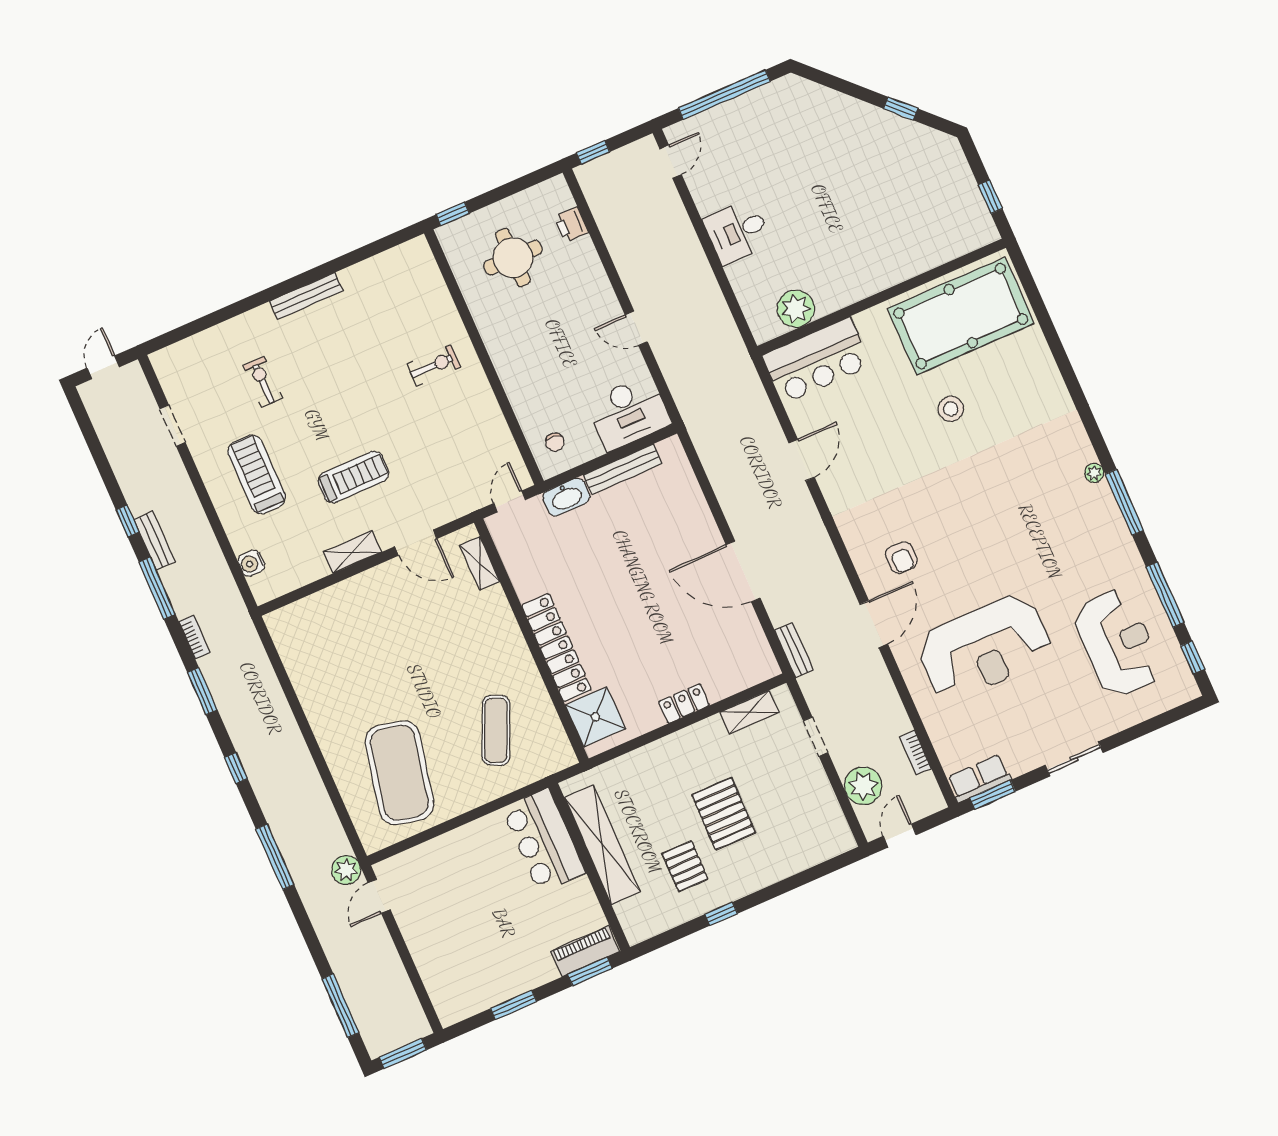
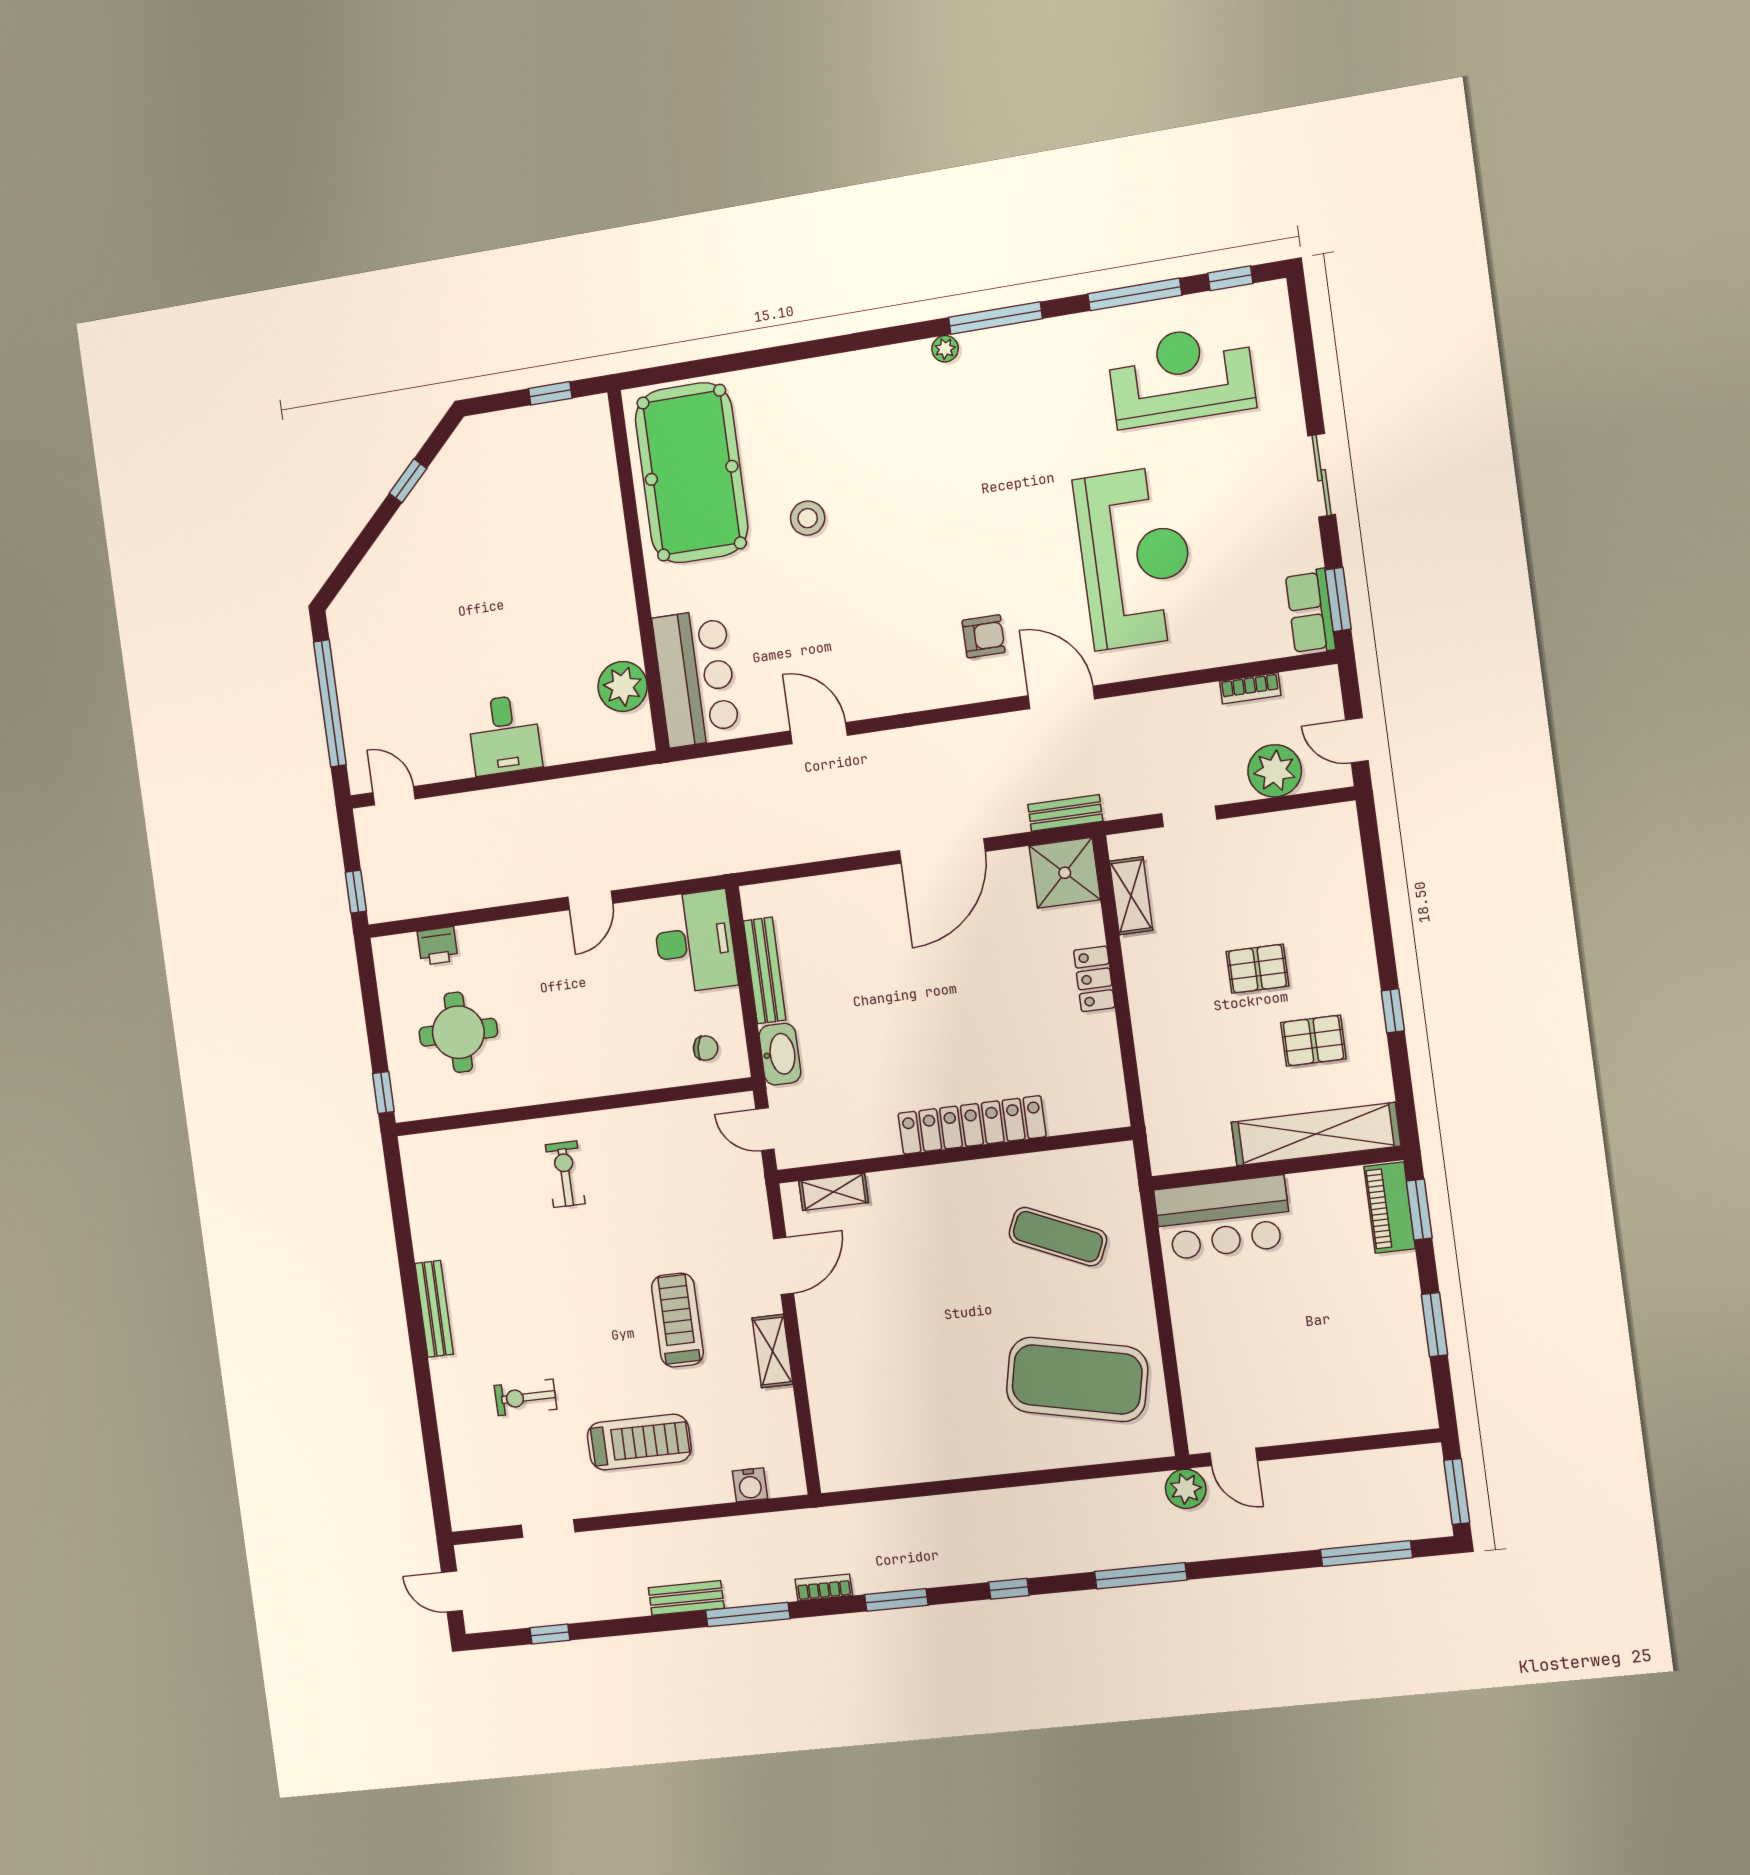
treadmill: (257, 474) -> (639, 1442), turned 180
window: (128, 521) -> (550, 1634), moved
shower: (595, 717) -> (1065, 873), moved
pallet: (724, 814) -> (1257, 969), width x0.67, depth x0.71
shelving: (602, 845) -> (1316, 1134), moved

